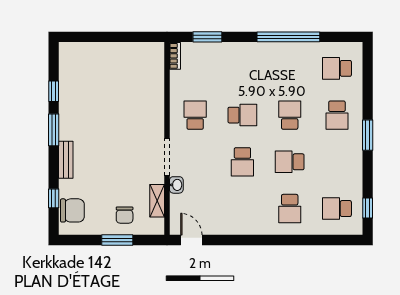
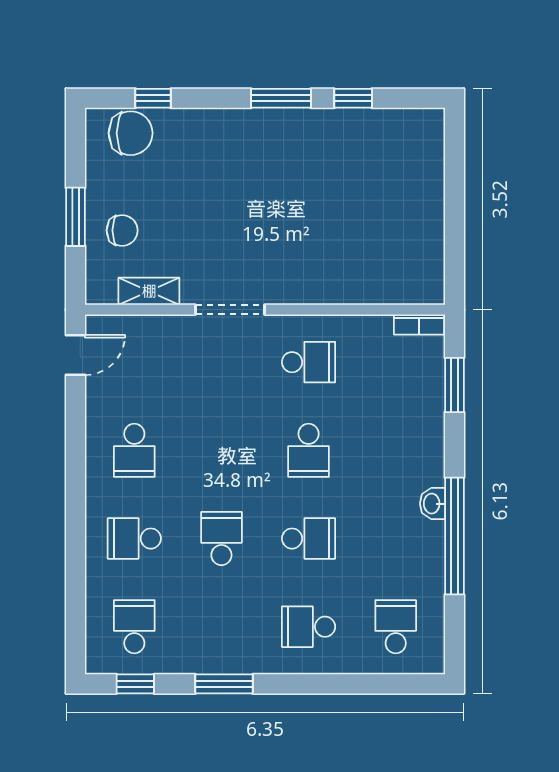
window: (368, 135) -> (224, 684), moved
bench: (66, 160) -> (225, 121), removed
school desk: (242, 162) -> (134, 450), moved, turned -90
washbasin: (176, 185) -> (432, 504), moved, turned 90
chair: (72, 210) -> (131, 133), turned -90
chair: (125, 215) -> (122, 230), turned 180

